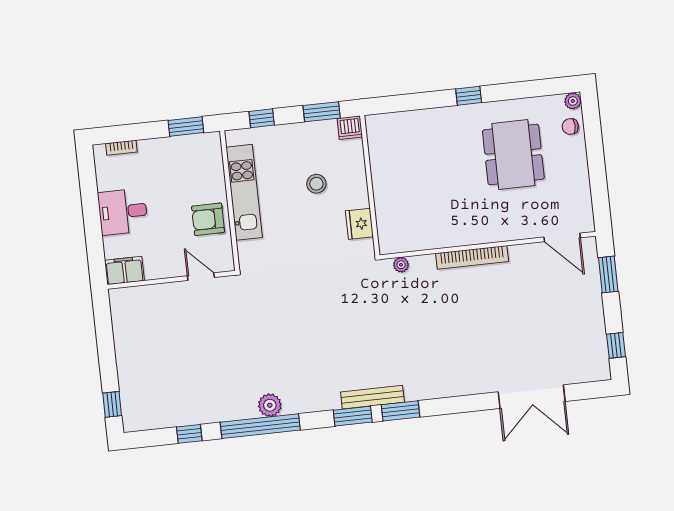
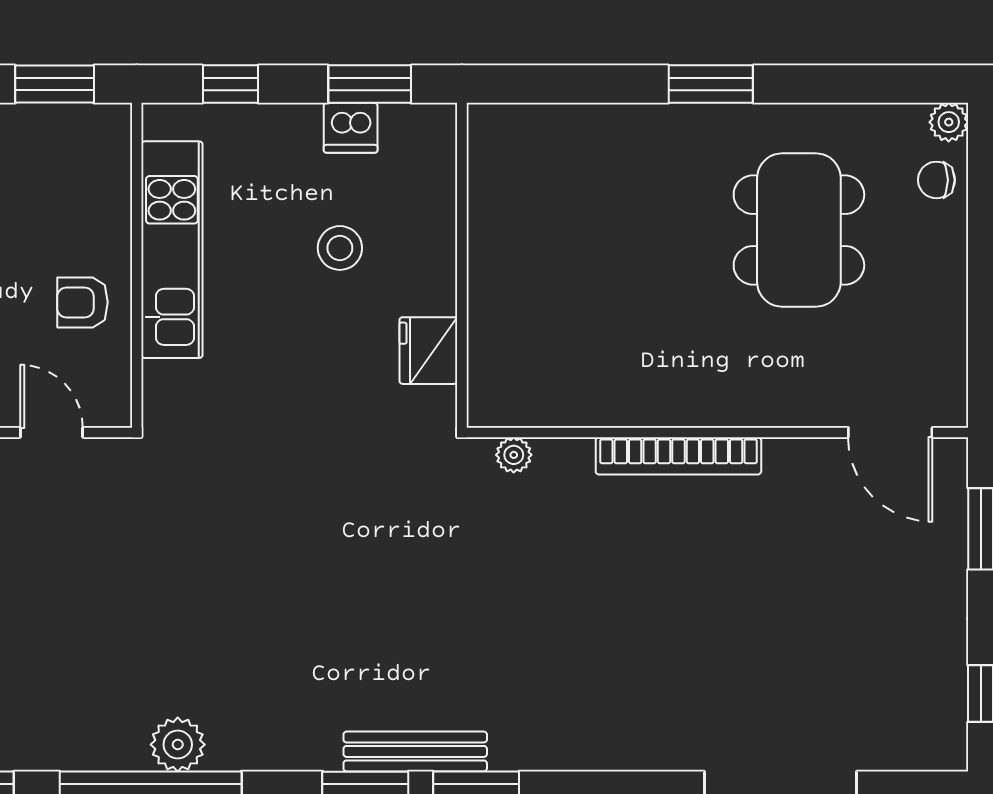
window: (469, 96) -> (711, 84), width x1.50
dishwasher: (350, 128) -> (351, 128), moved
armchair: (208, 219) -> (82, 302), width x0.72, depth x0.72

